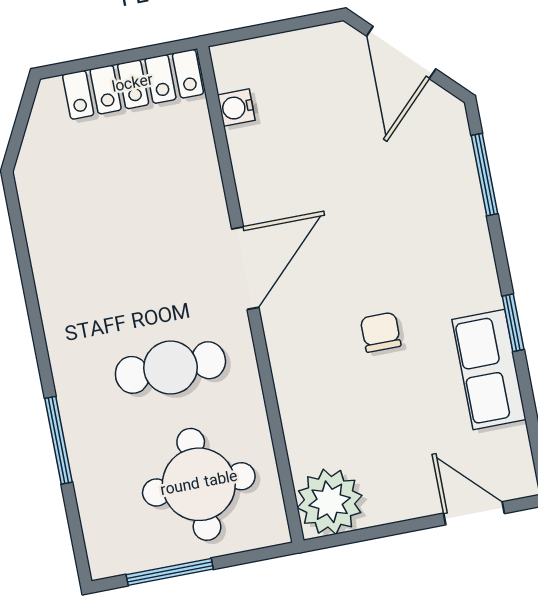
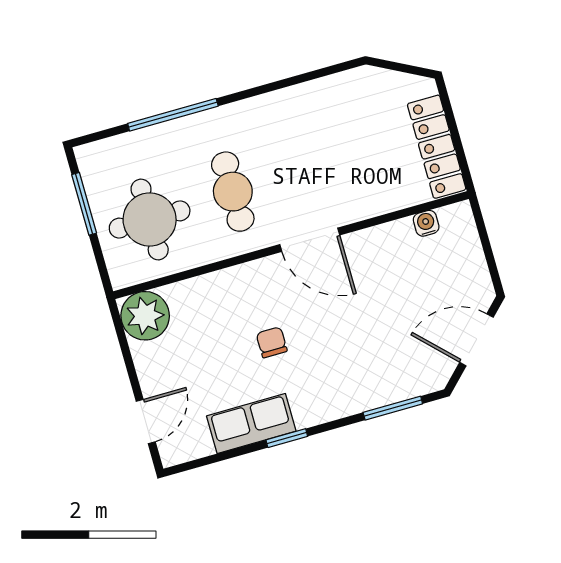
chair: (381, 332) -> (272, 342), turned -90
window: (59, 440) -> (173, 115), width x1.44

